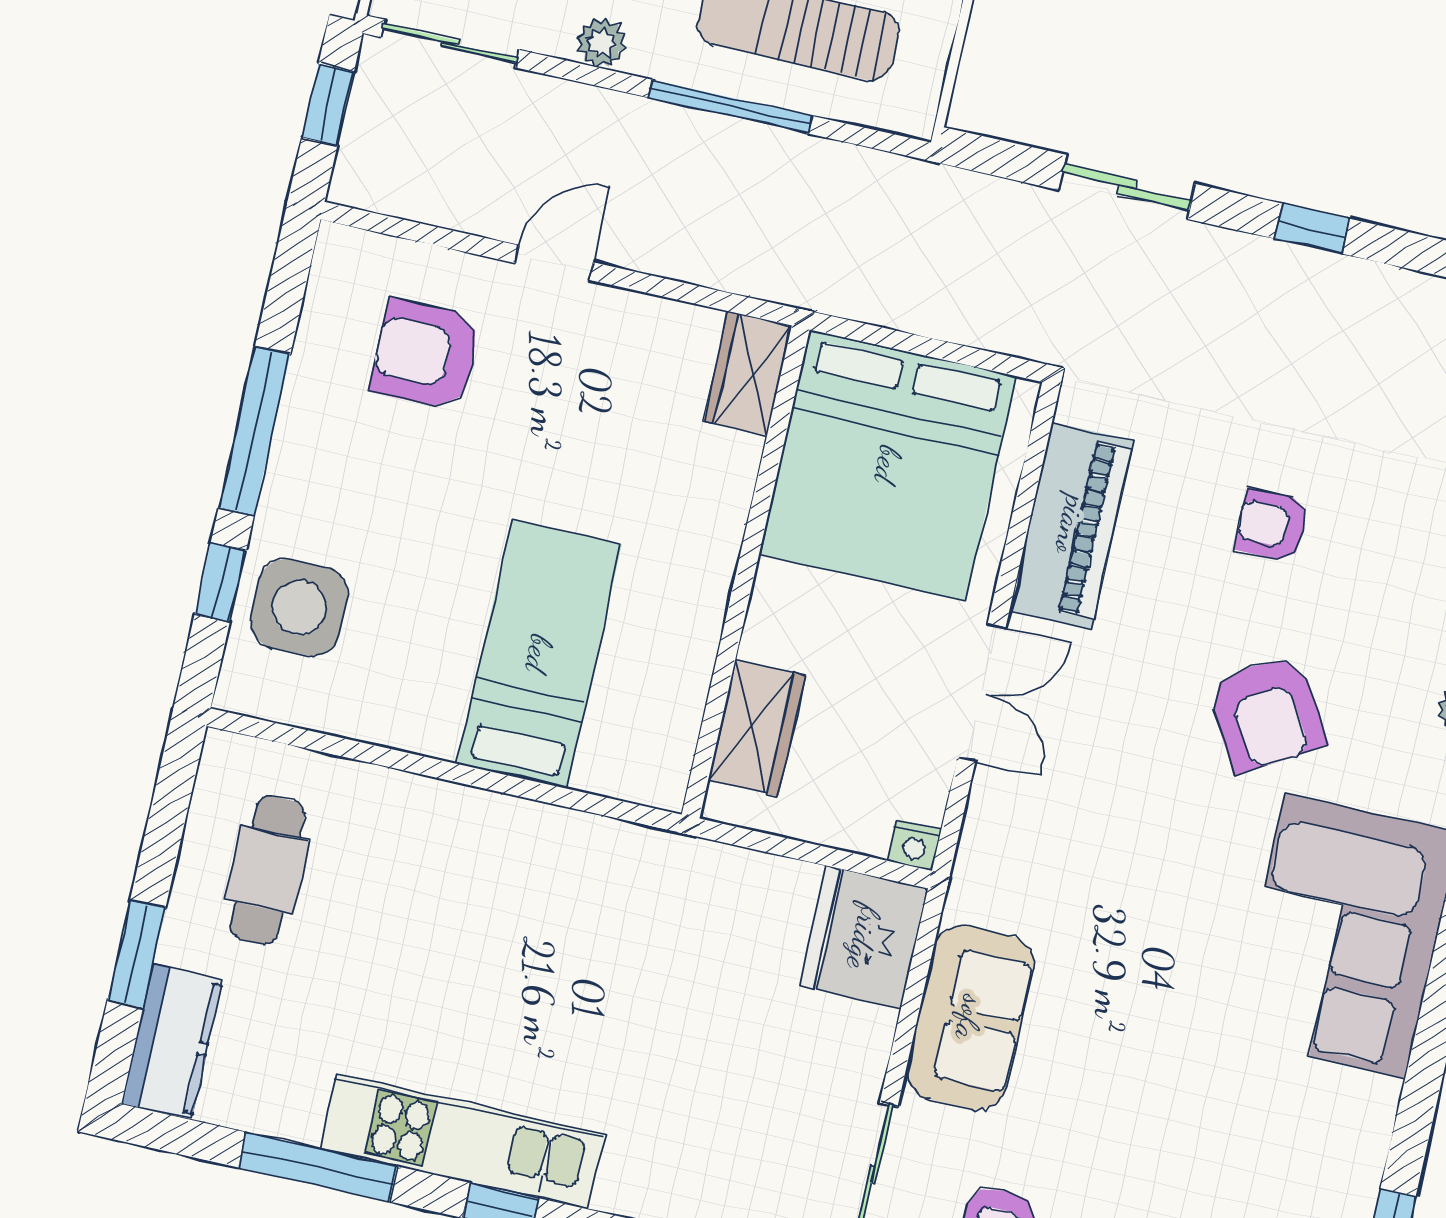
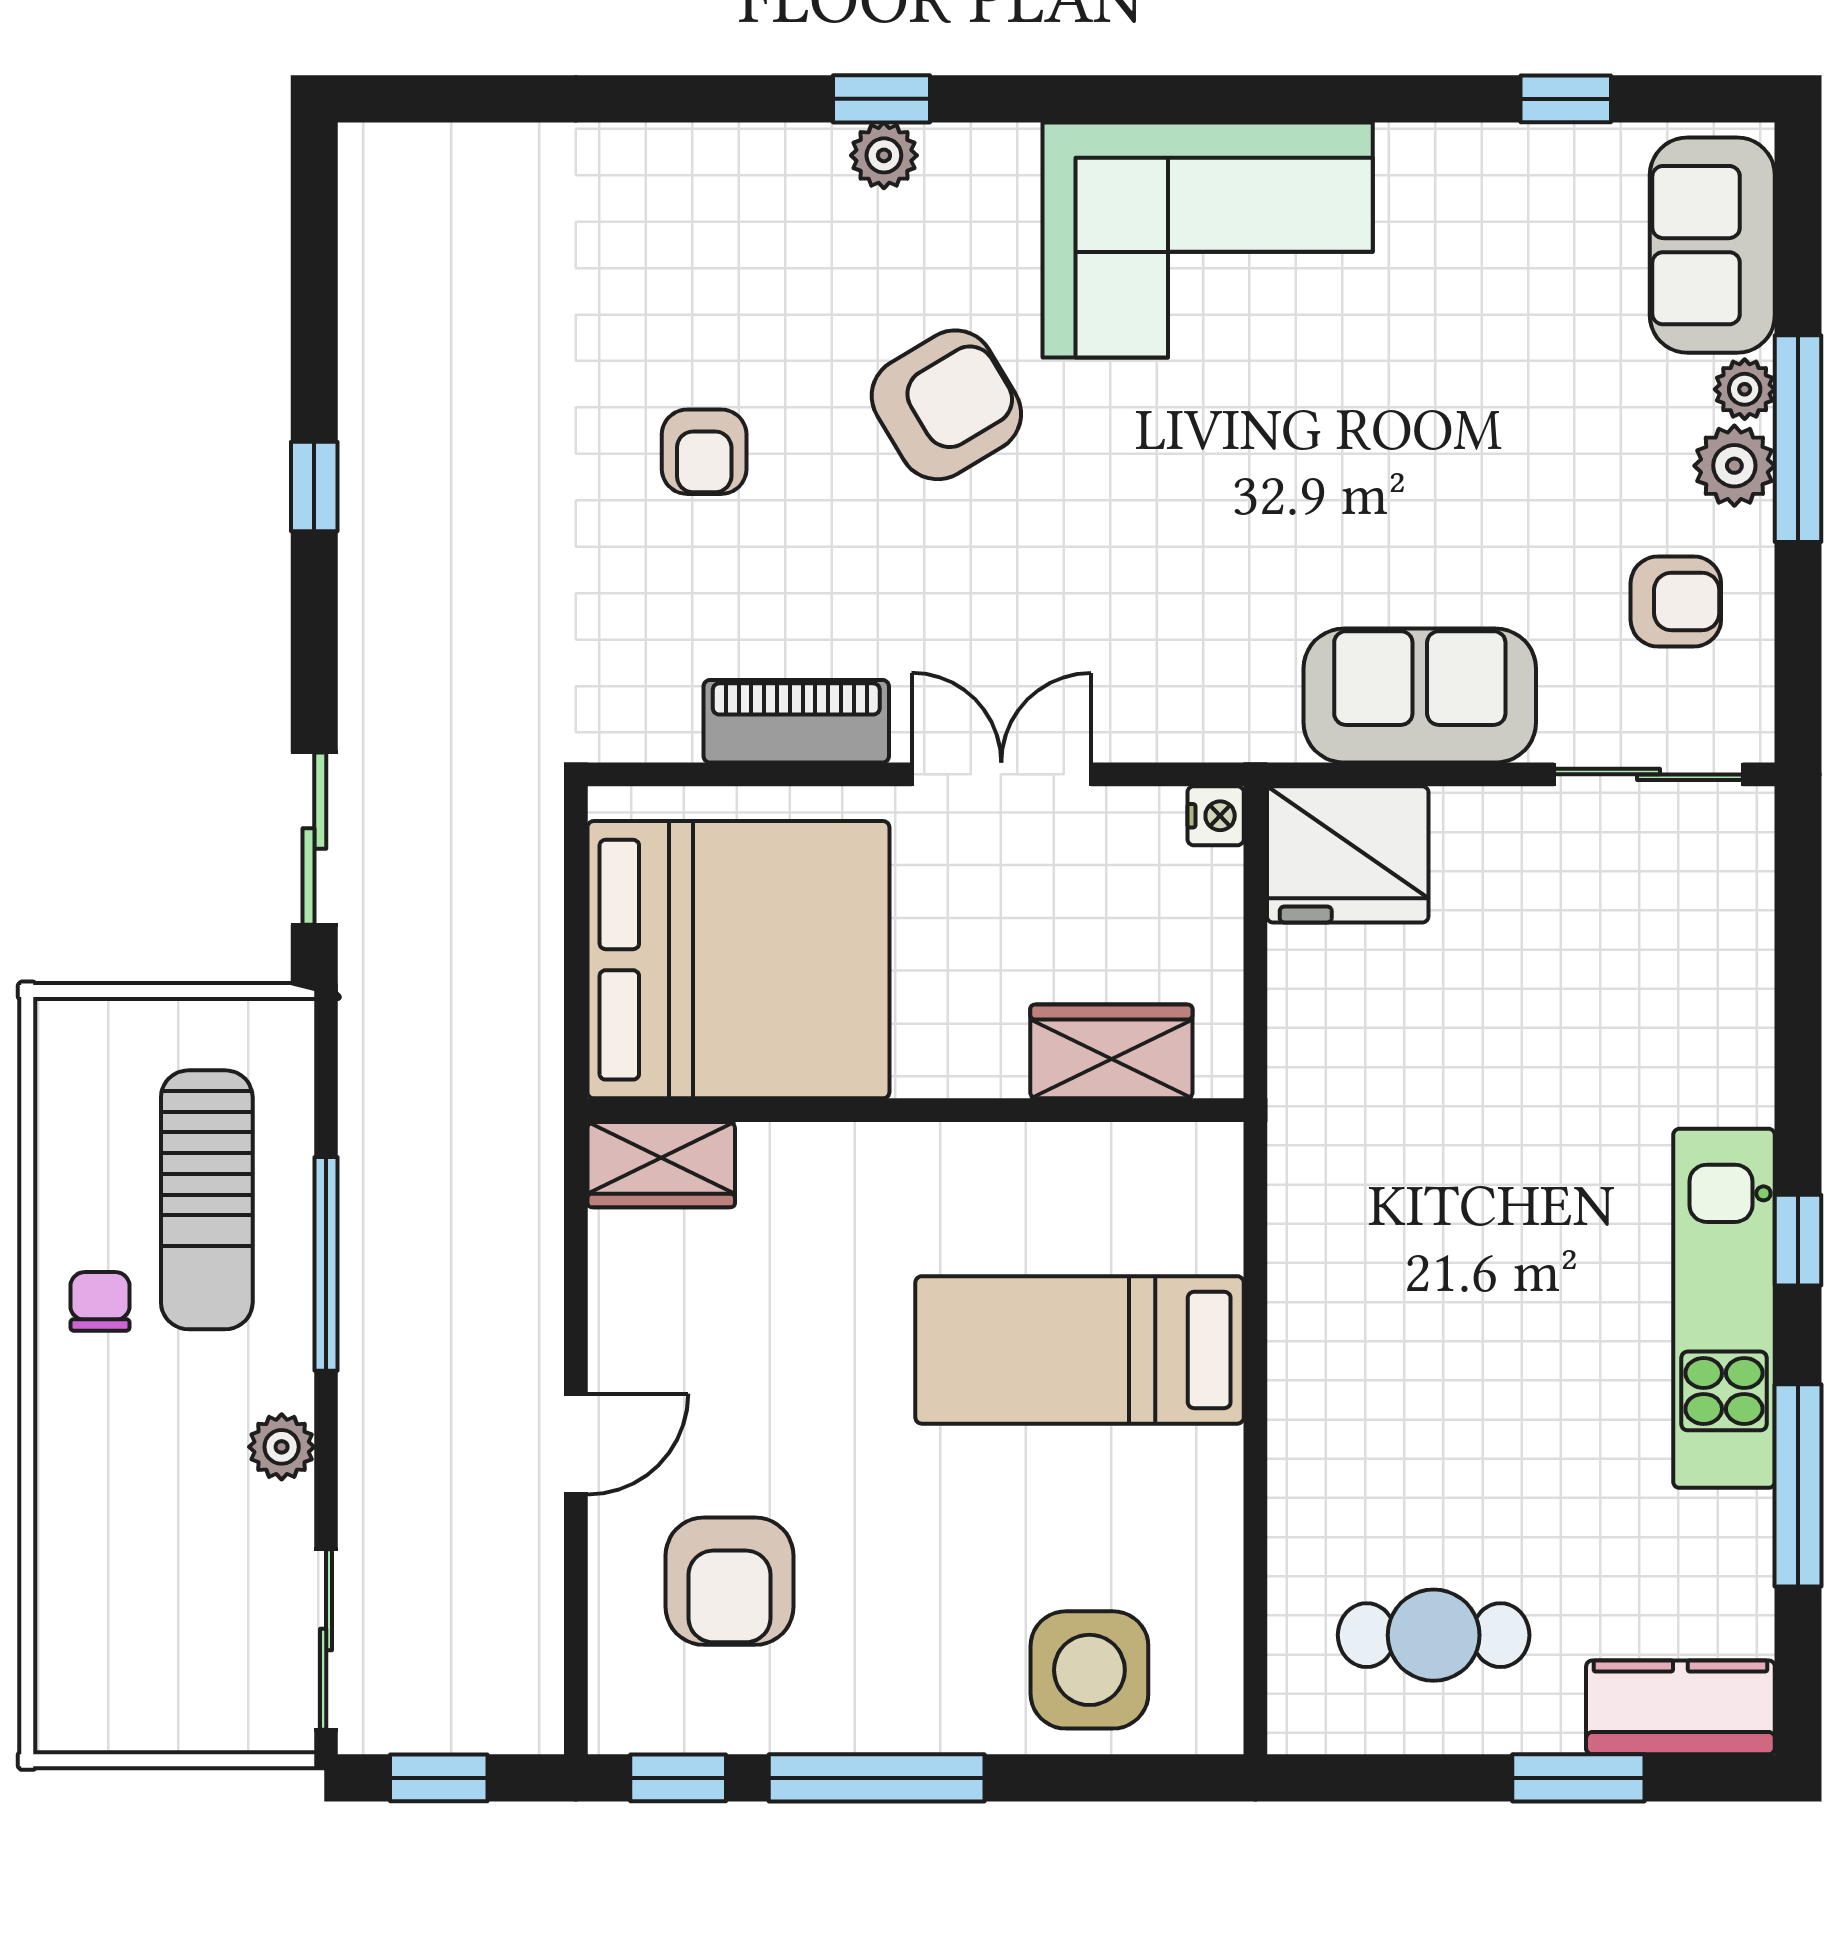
sliding door: (1127, 187) -> (314, 839), moved
door: (554, 263) -> (576, 1444), swing flipped
piano: (1071, 525) -> (796, 721), width x0.73, depth x0.75
window: (220, 582) -> (678, 1778), moved

